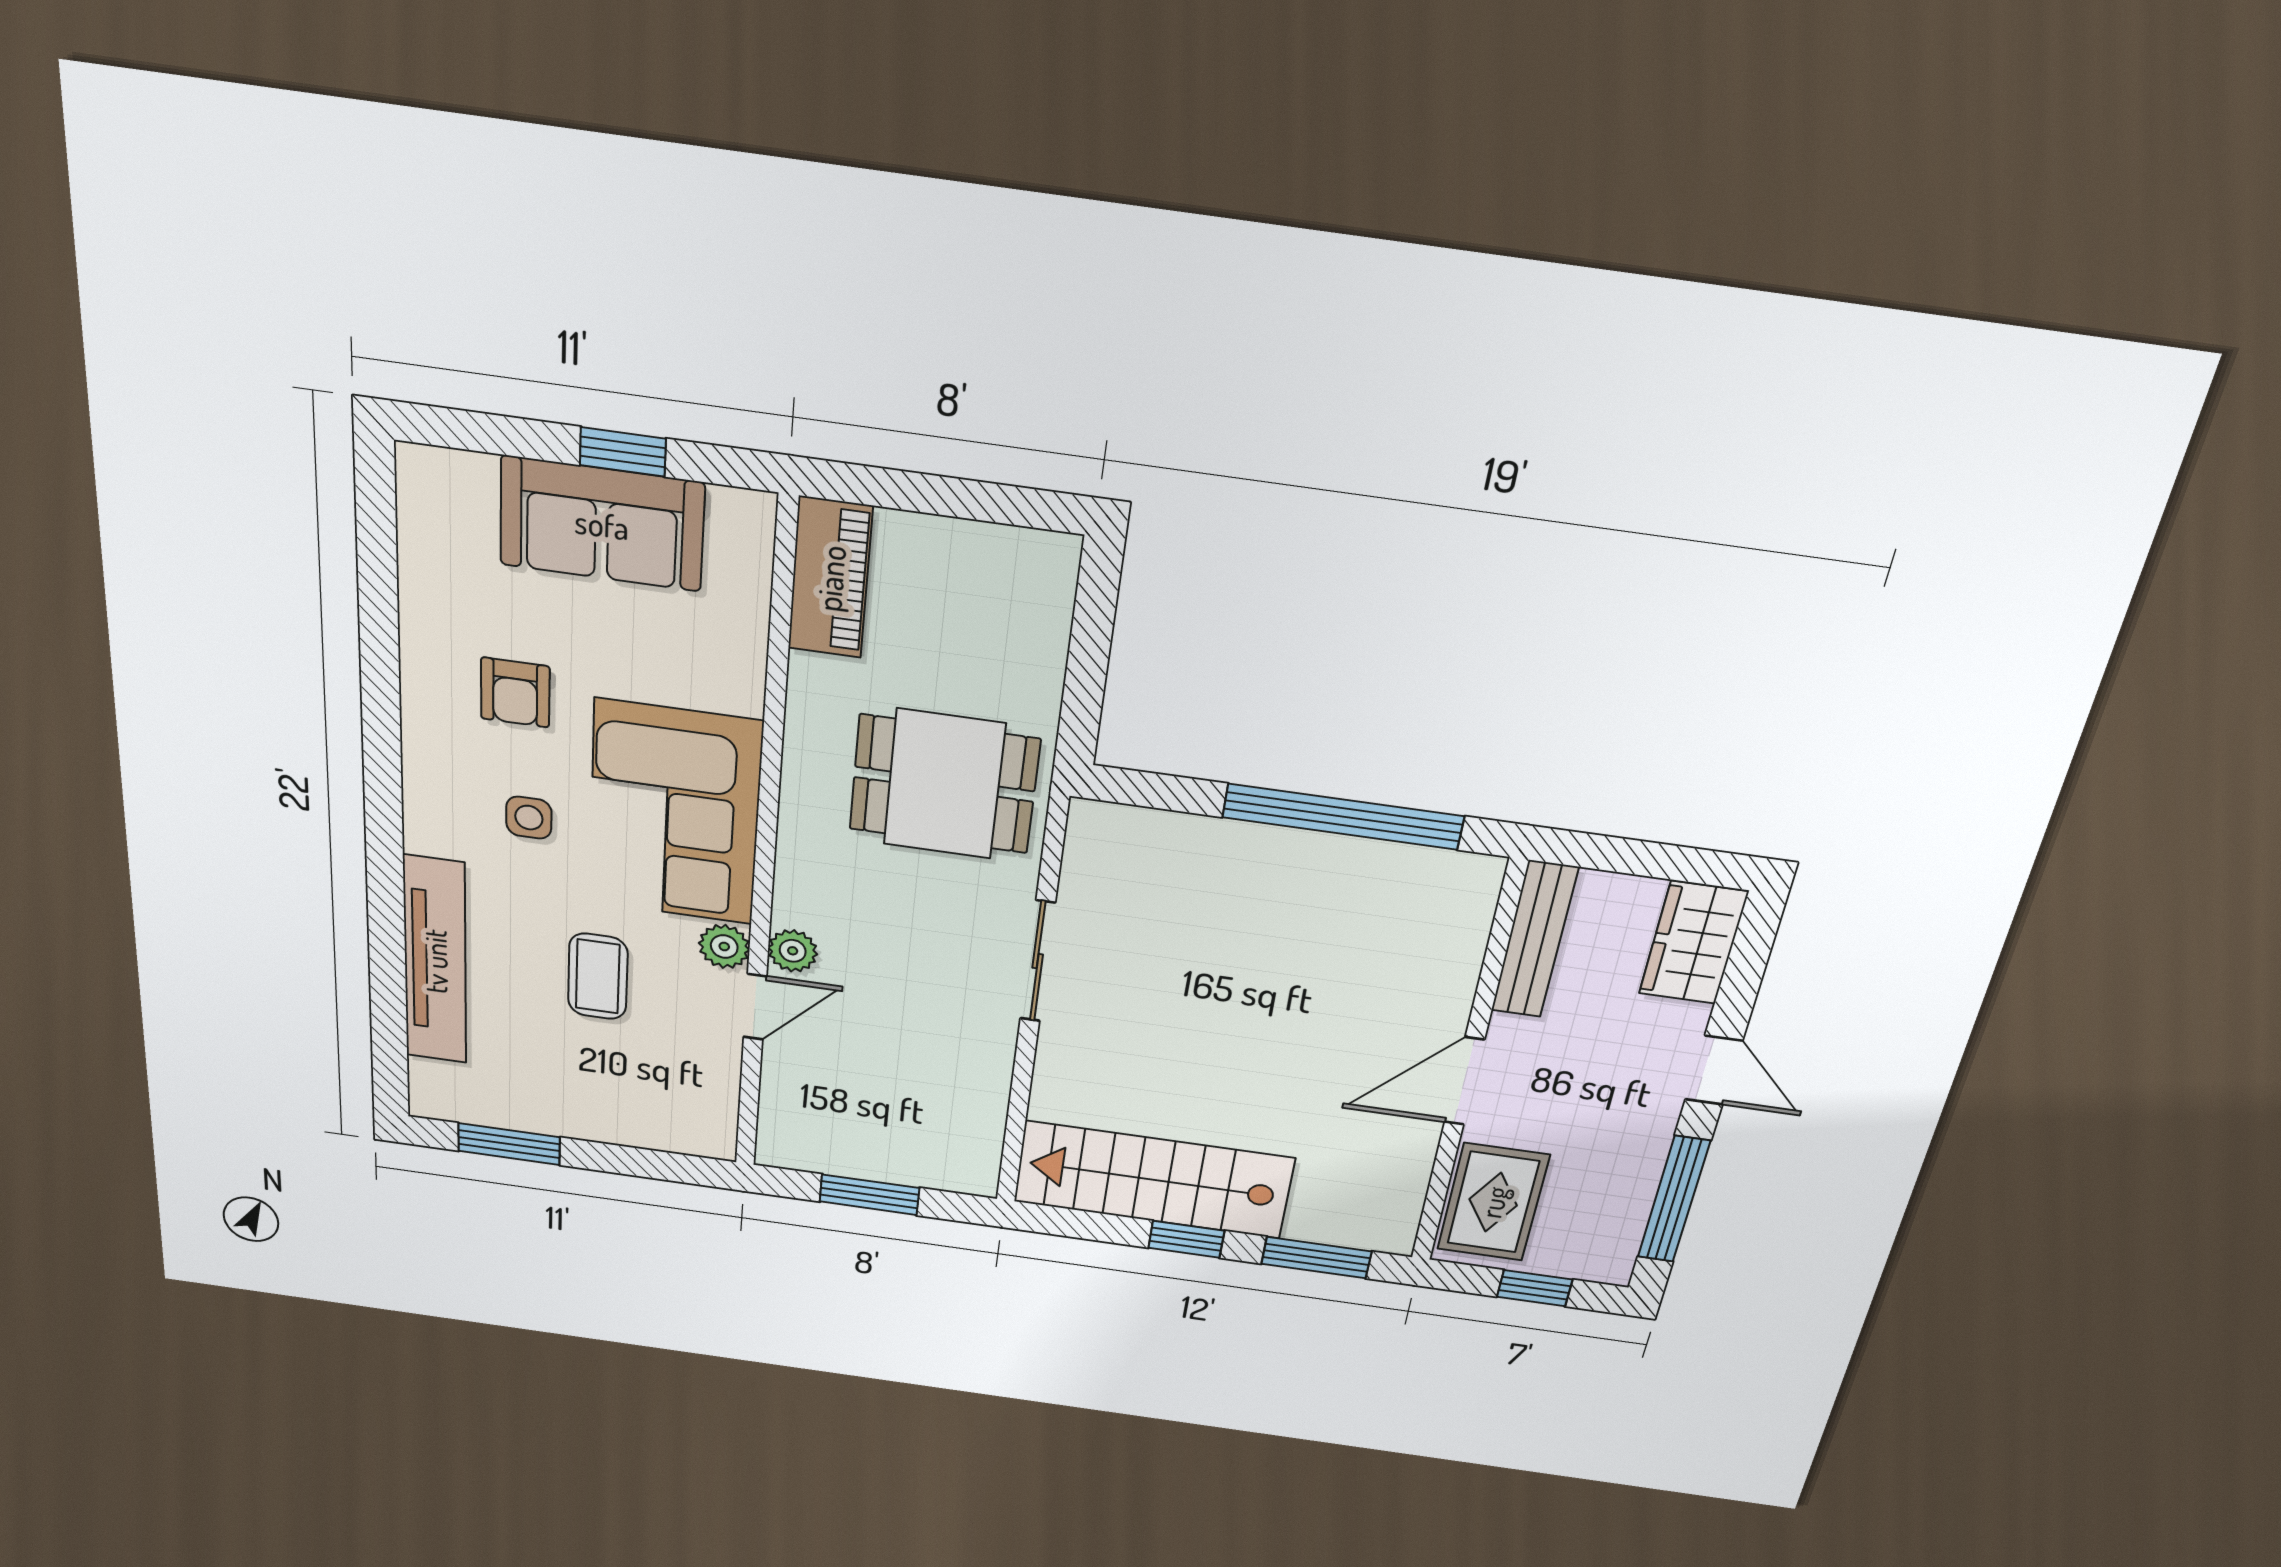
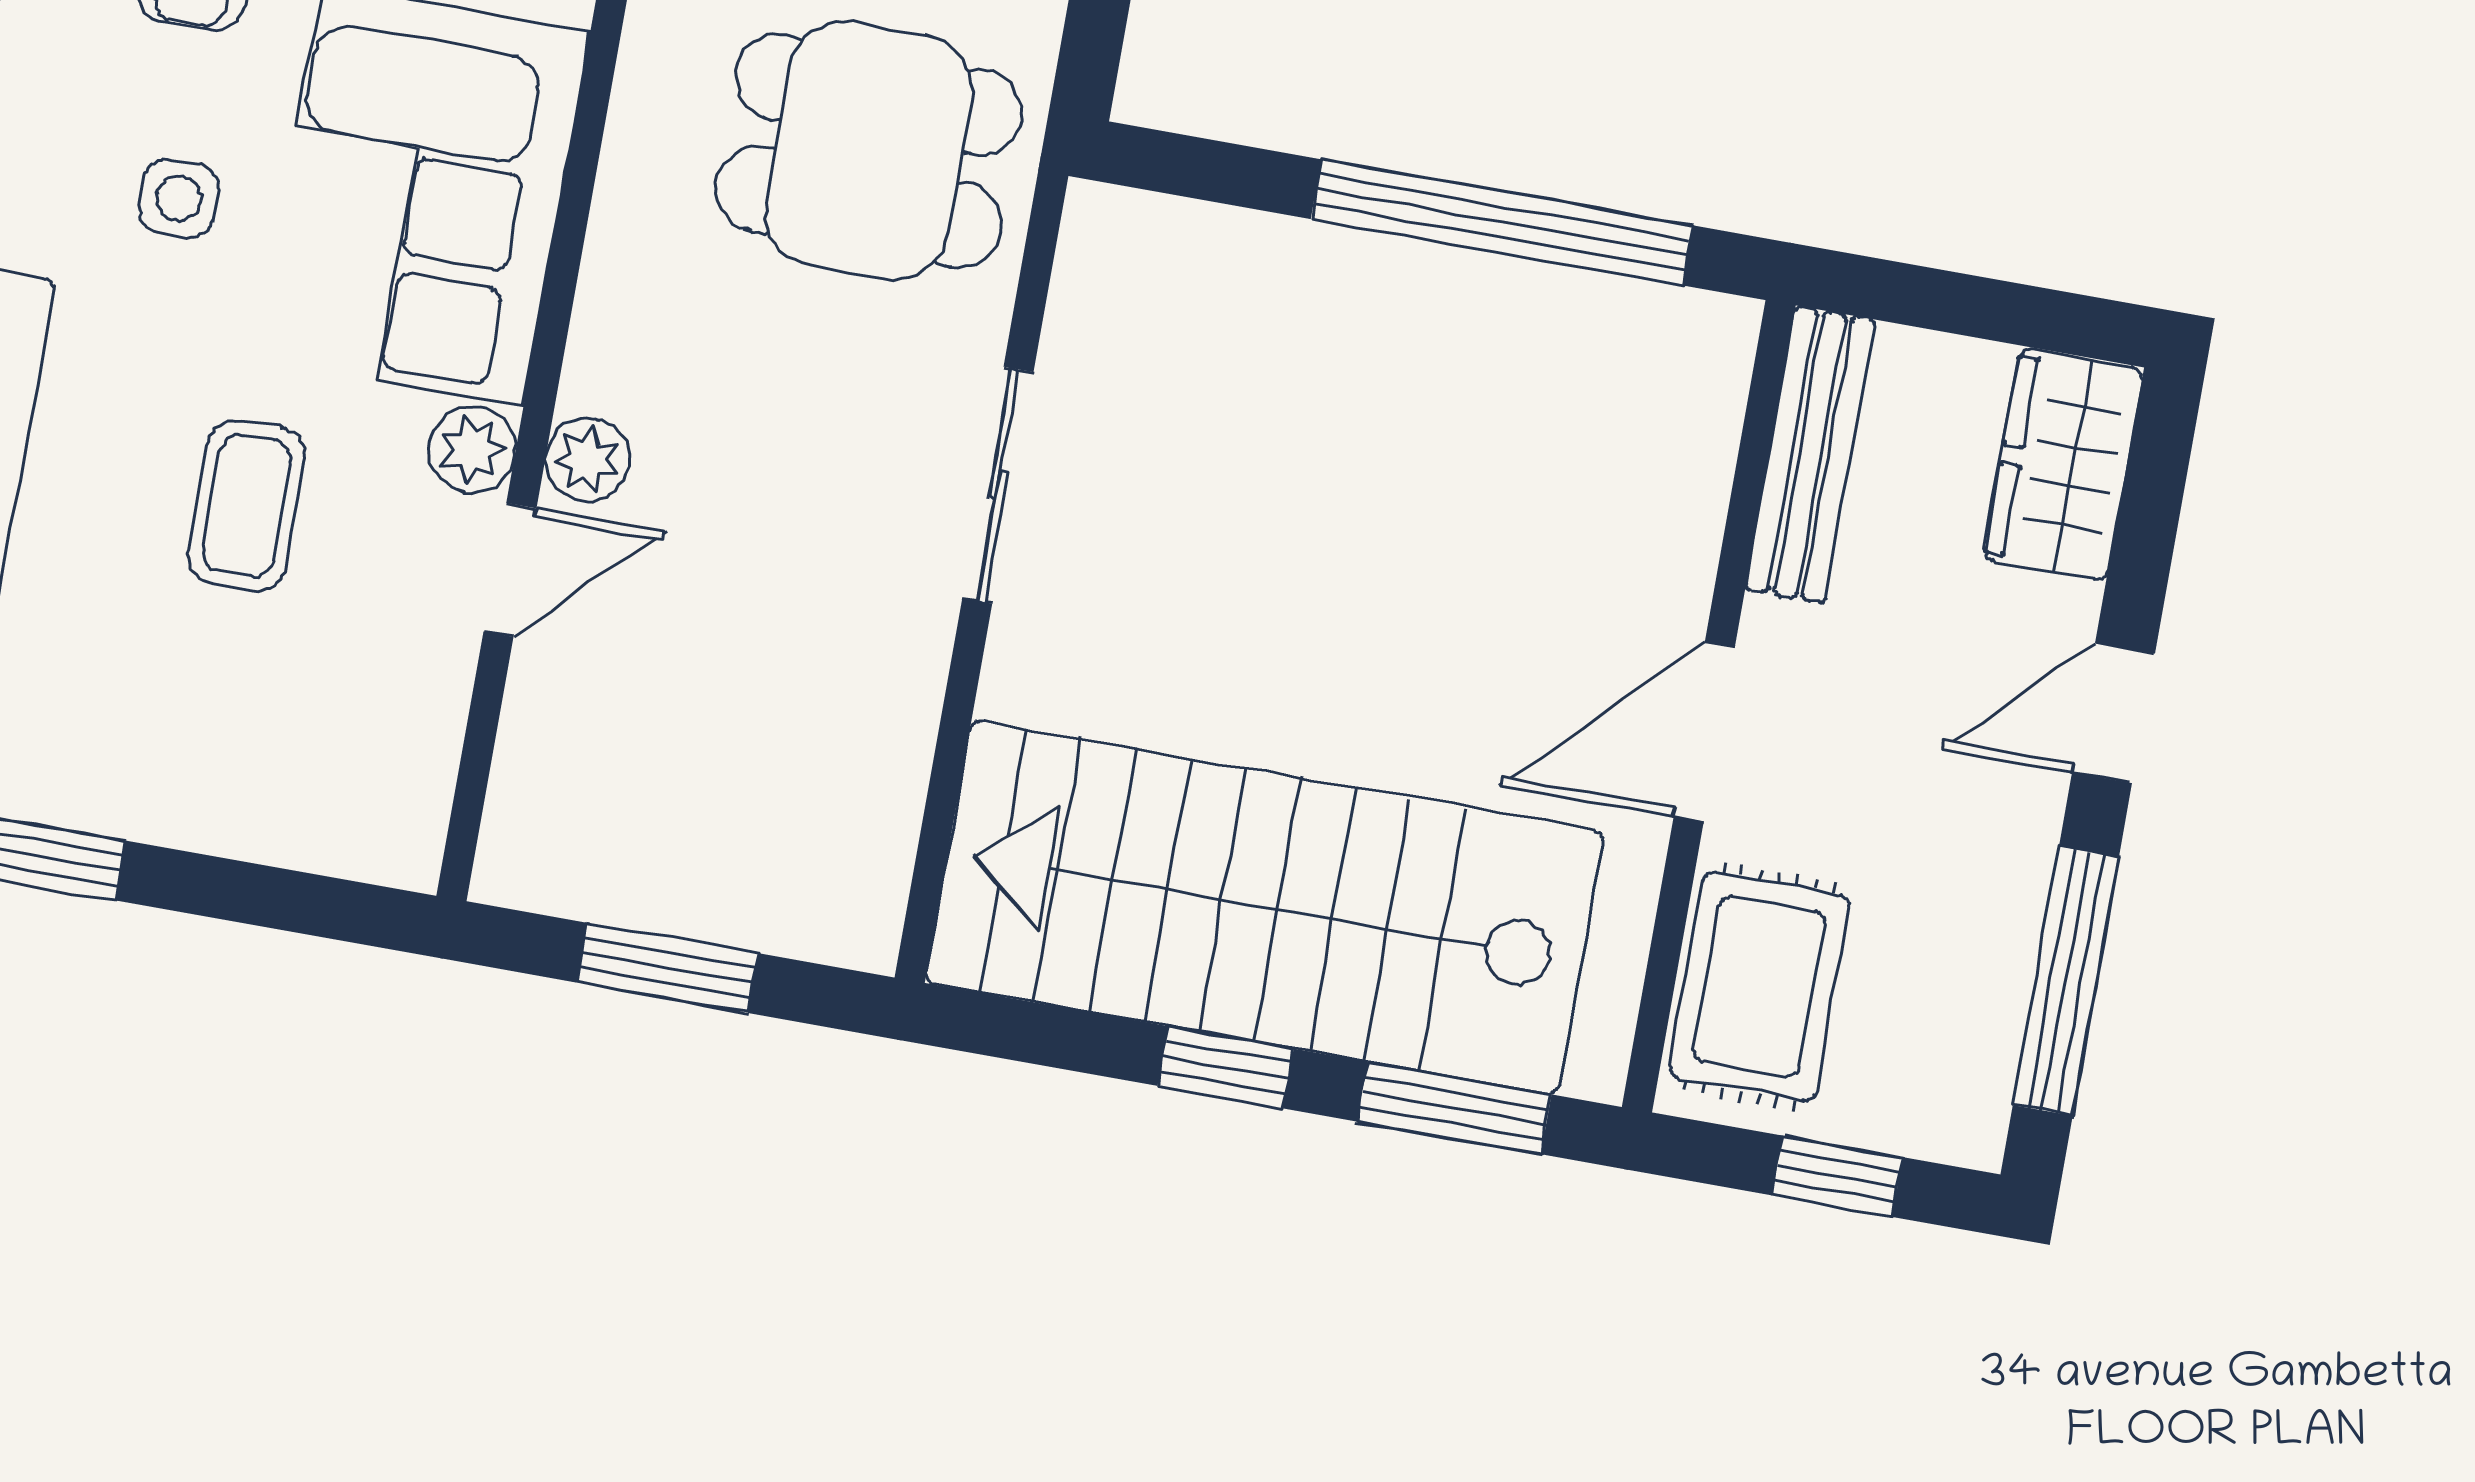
door: (1714, 1070) -> (2114, 713), swing flipped
stairs: (1153, 1180) -> (1265, 907), width x1.36, depth x1.51

